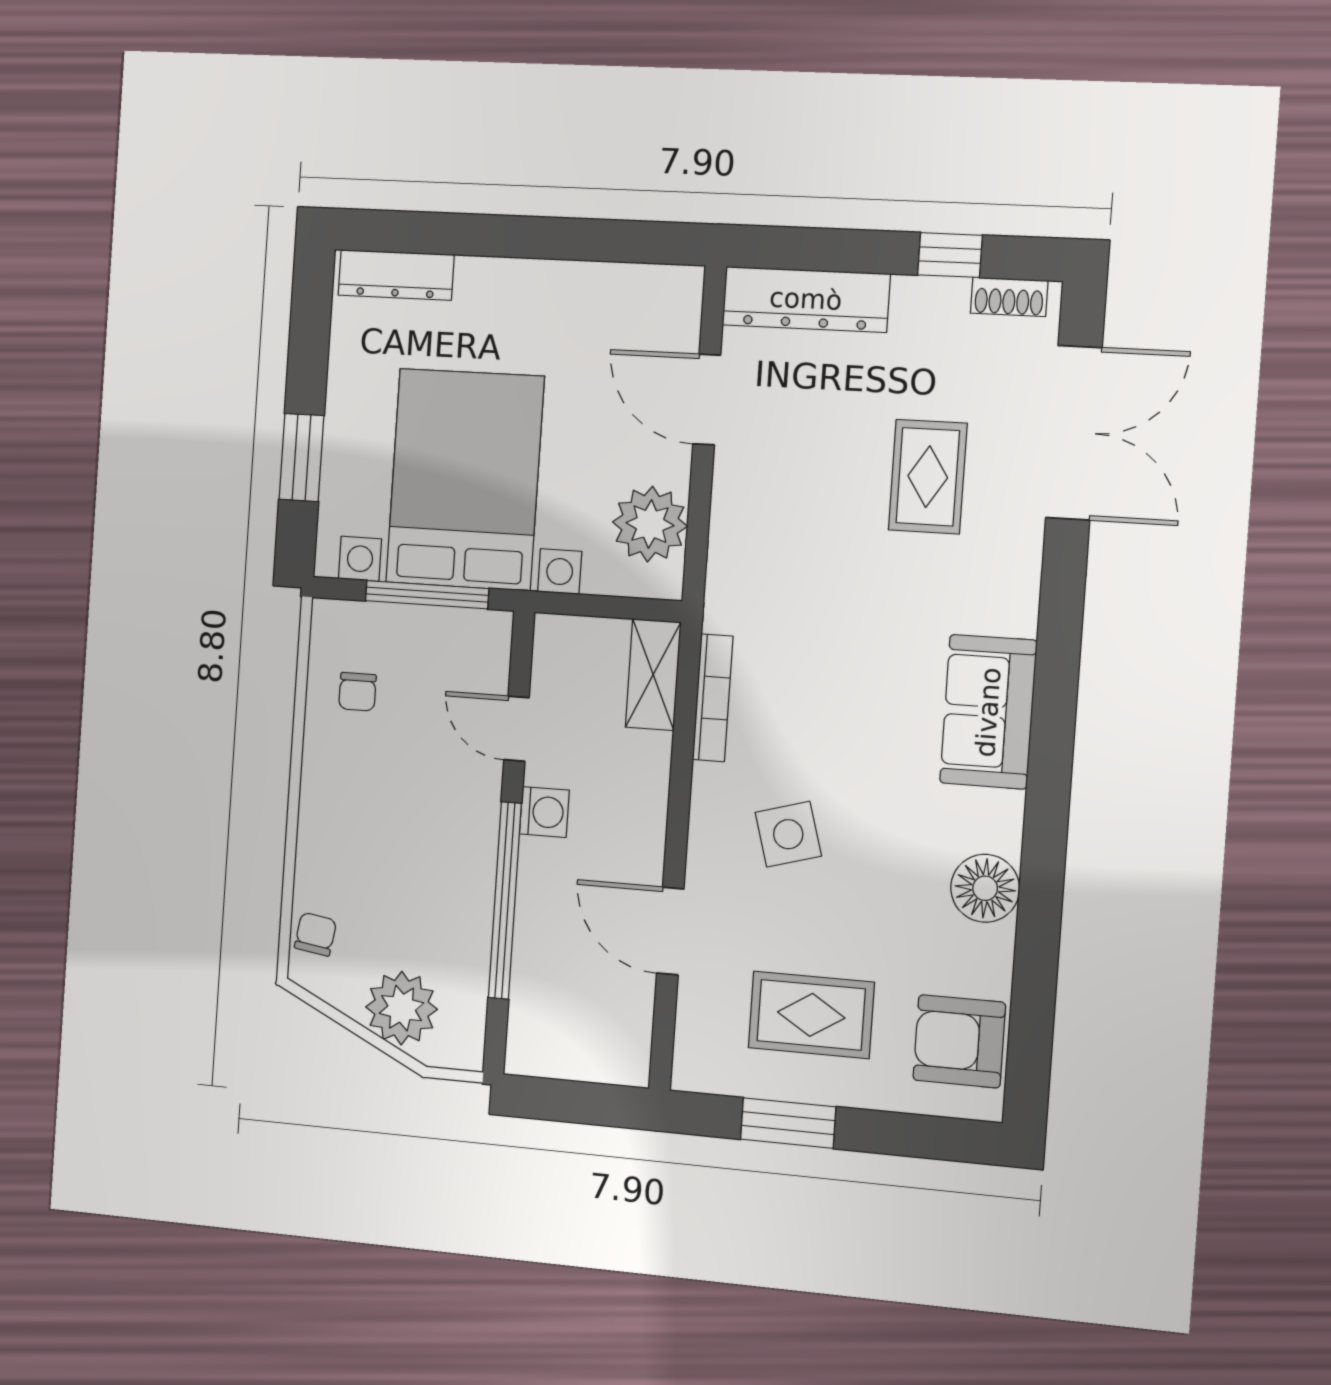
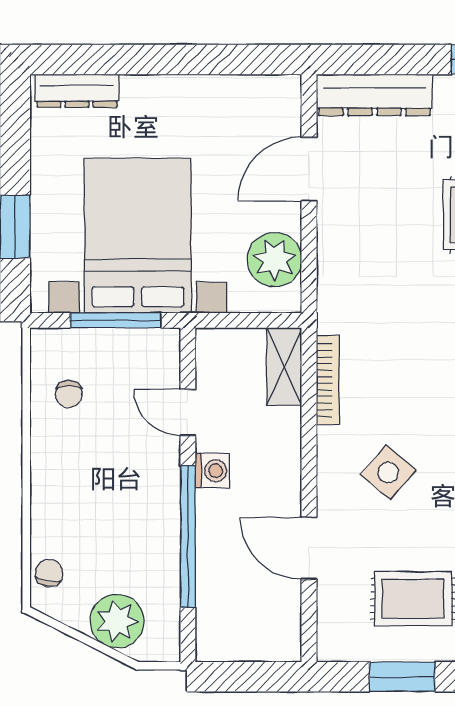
door: (707, 400) -> (309, 169), hinge flipped
side table: (788, 834) -> (388, 473), turned -33

